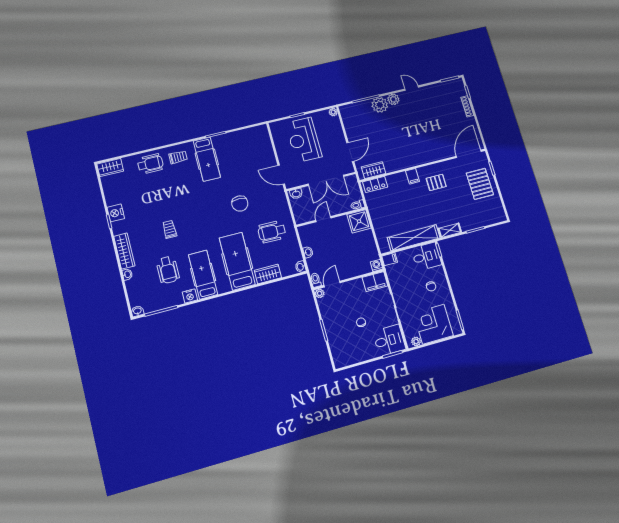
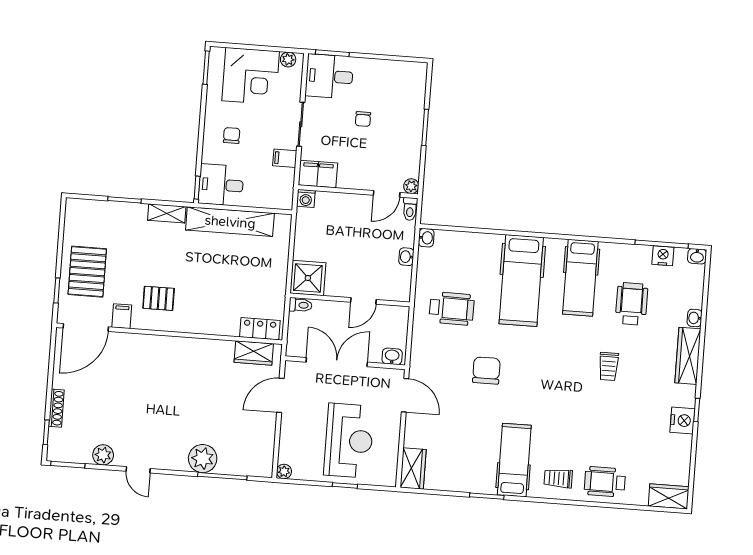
plant: (393, 99) -> (103, 455), moved
filing cabinet: (413, 176) -> (122, 316), moved
filing cabinet: (390, 259) -> (285, 158), moved
wardrobe: (268, 274) -> (413, 468), moved, turned -90
nightstand: (190, 296) -> (663, 256), moved

